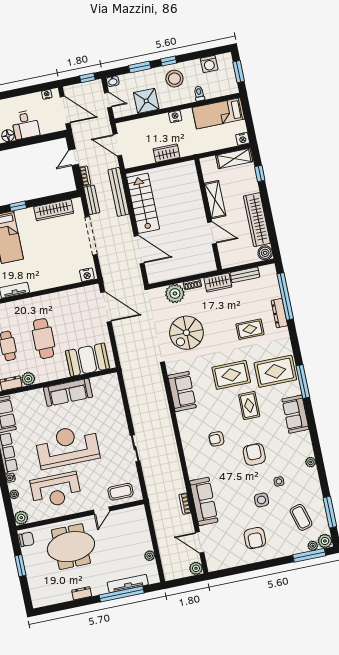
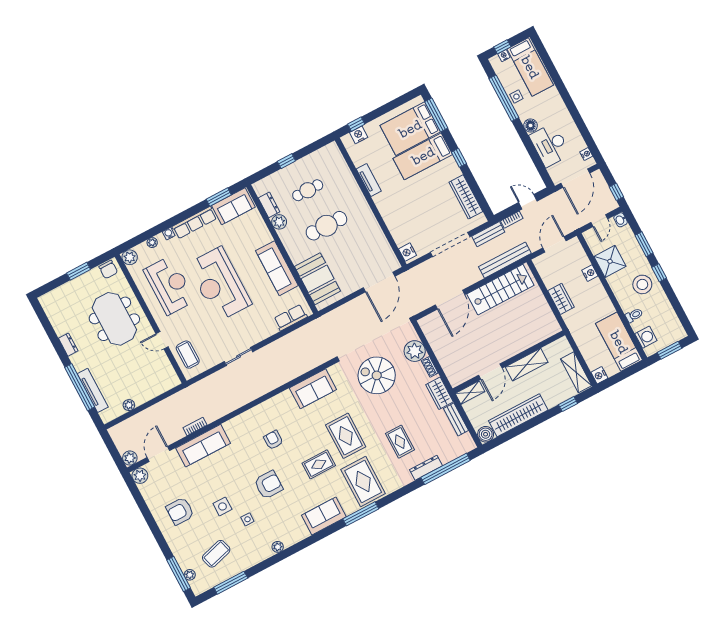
washing machine: (209, 64) -> (646, 337), moved, turned 180
nightstand: (175, 116) -> (590, 273), moved
desk: (25, 125) -> (550, 145), width x1.37
shelving: (225, 256) -> (470, 392), added
row of seats: (114, 393) -> (291, 318), added
reception desk: (67, 446) -> (219, 284), turned 180
reception desk: (56, 490) -> (169, 285), turned 180
plant: (325, 541) -> (140, 476), moved

